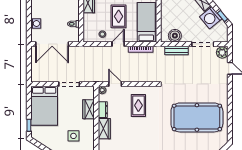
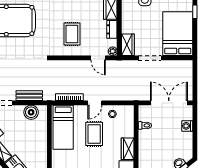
wardrobe: (89, 109) -> (128, 45), moved

